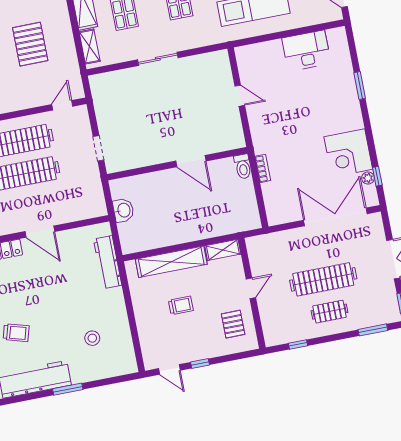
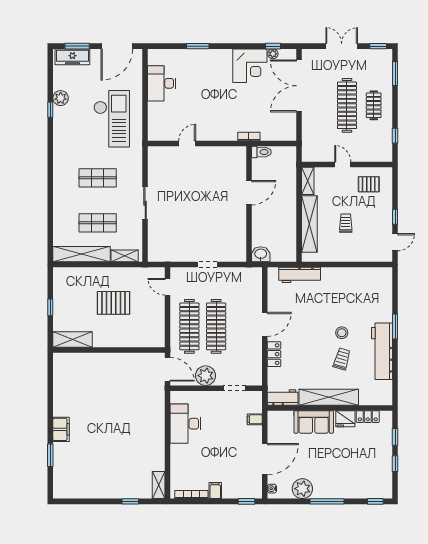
door: (191, 161) -> (249, 193), moved
wall: (177, 164) -> (249, 204), moved
toilet: (243, 166) -> (261, 152), moved
stool: (92, 338) -> (342, 333), moved

